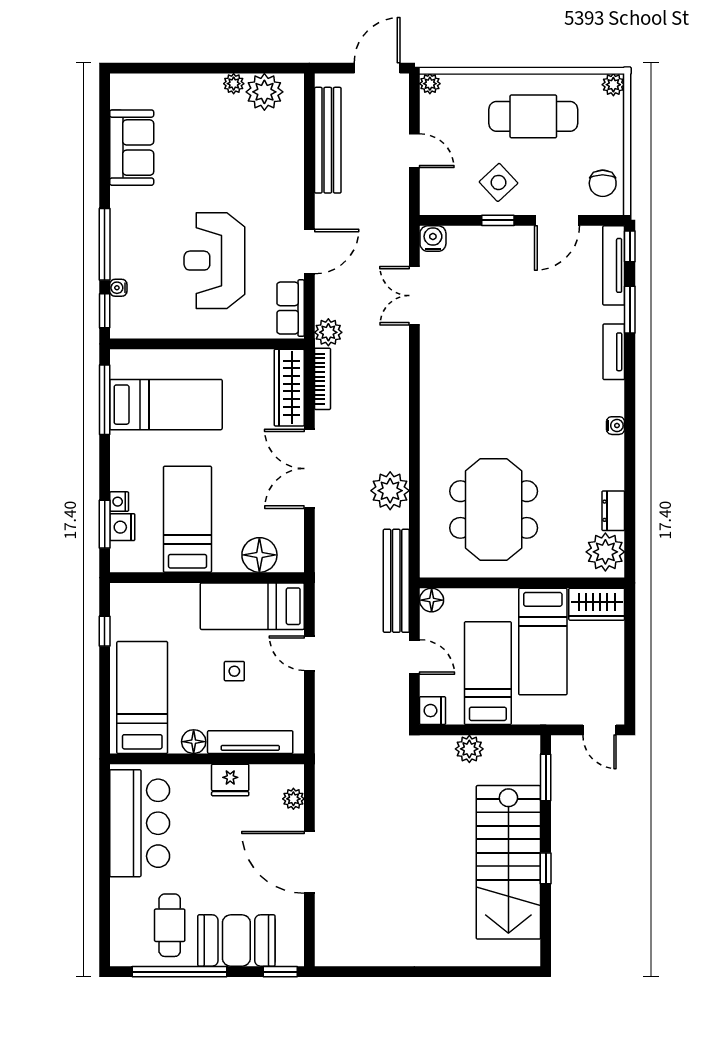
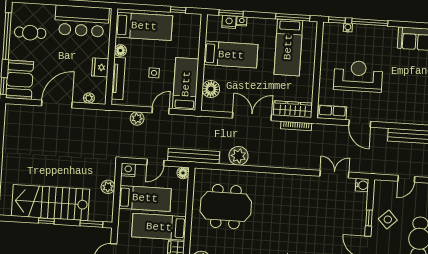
plant: (328, 332) -> (137, 119), moved
booth: (236, 940) -> (20, 80), moved

